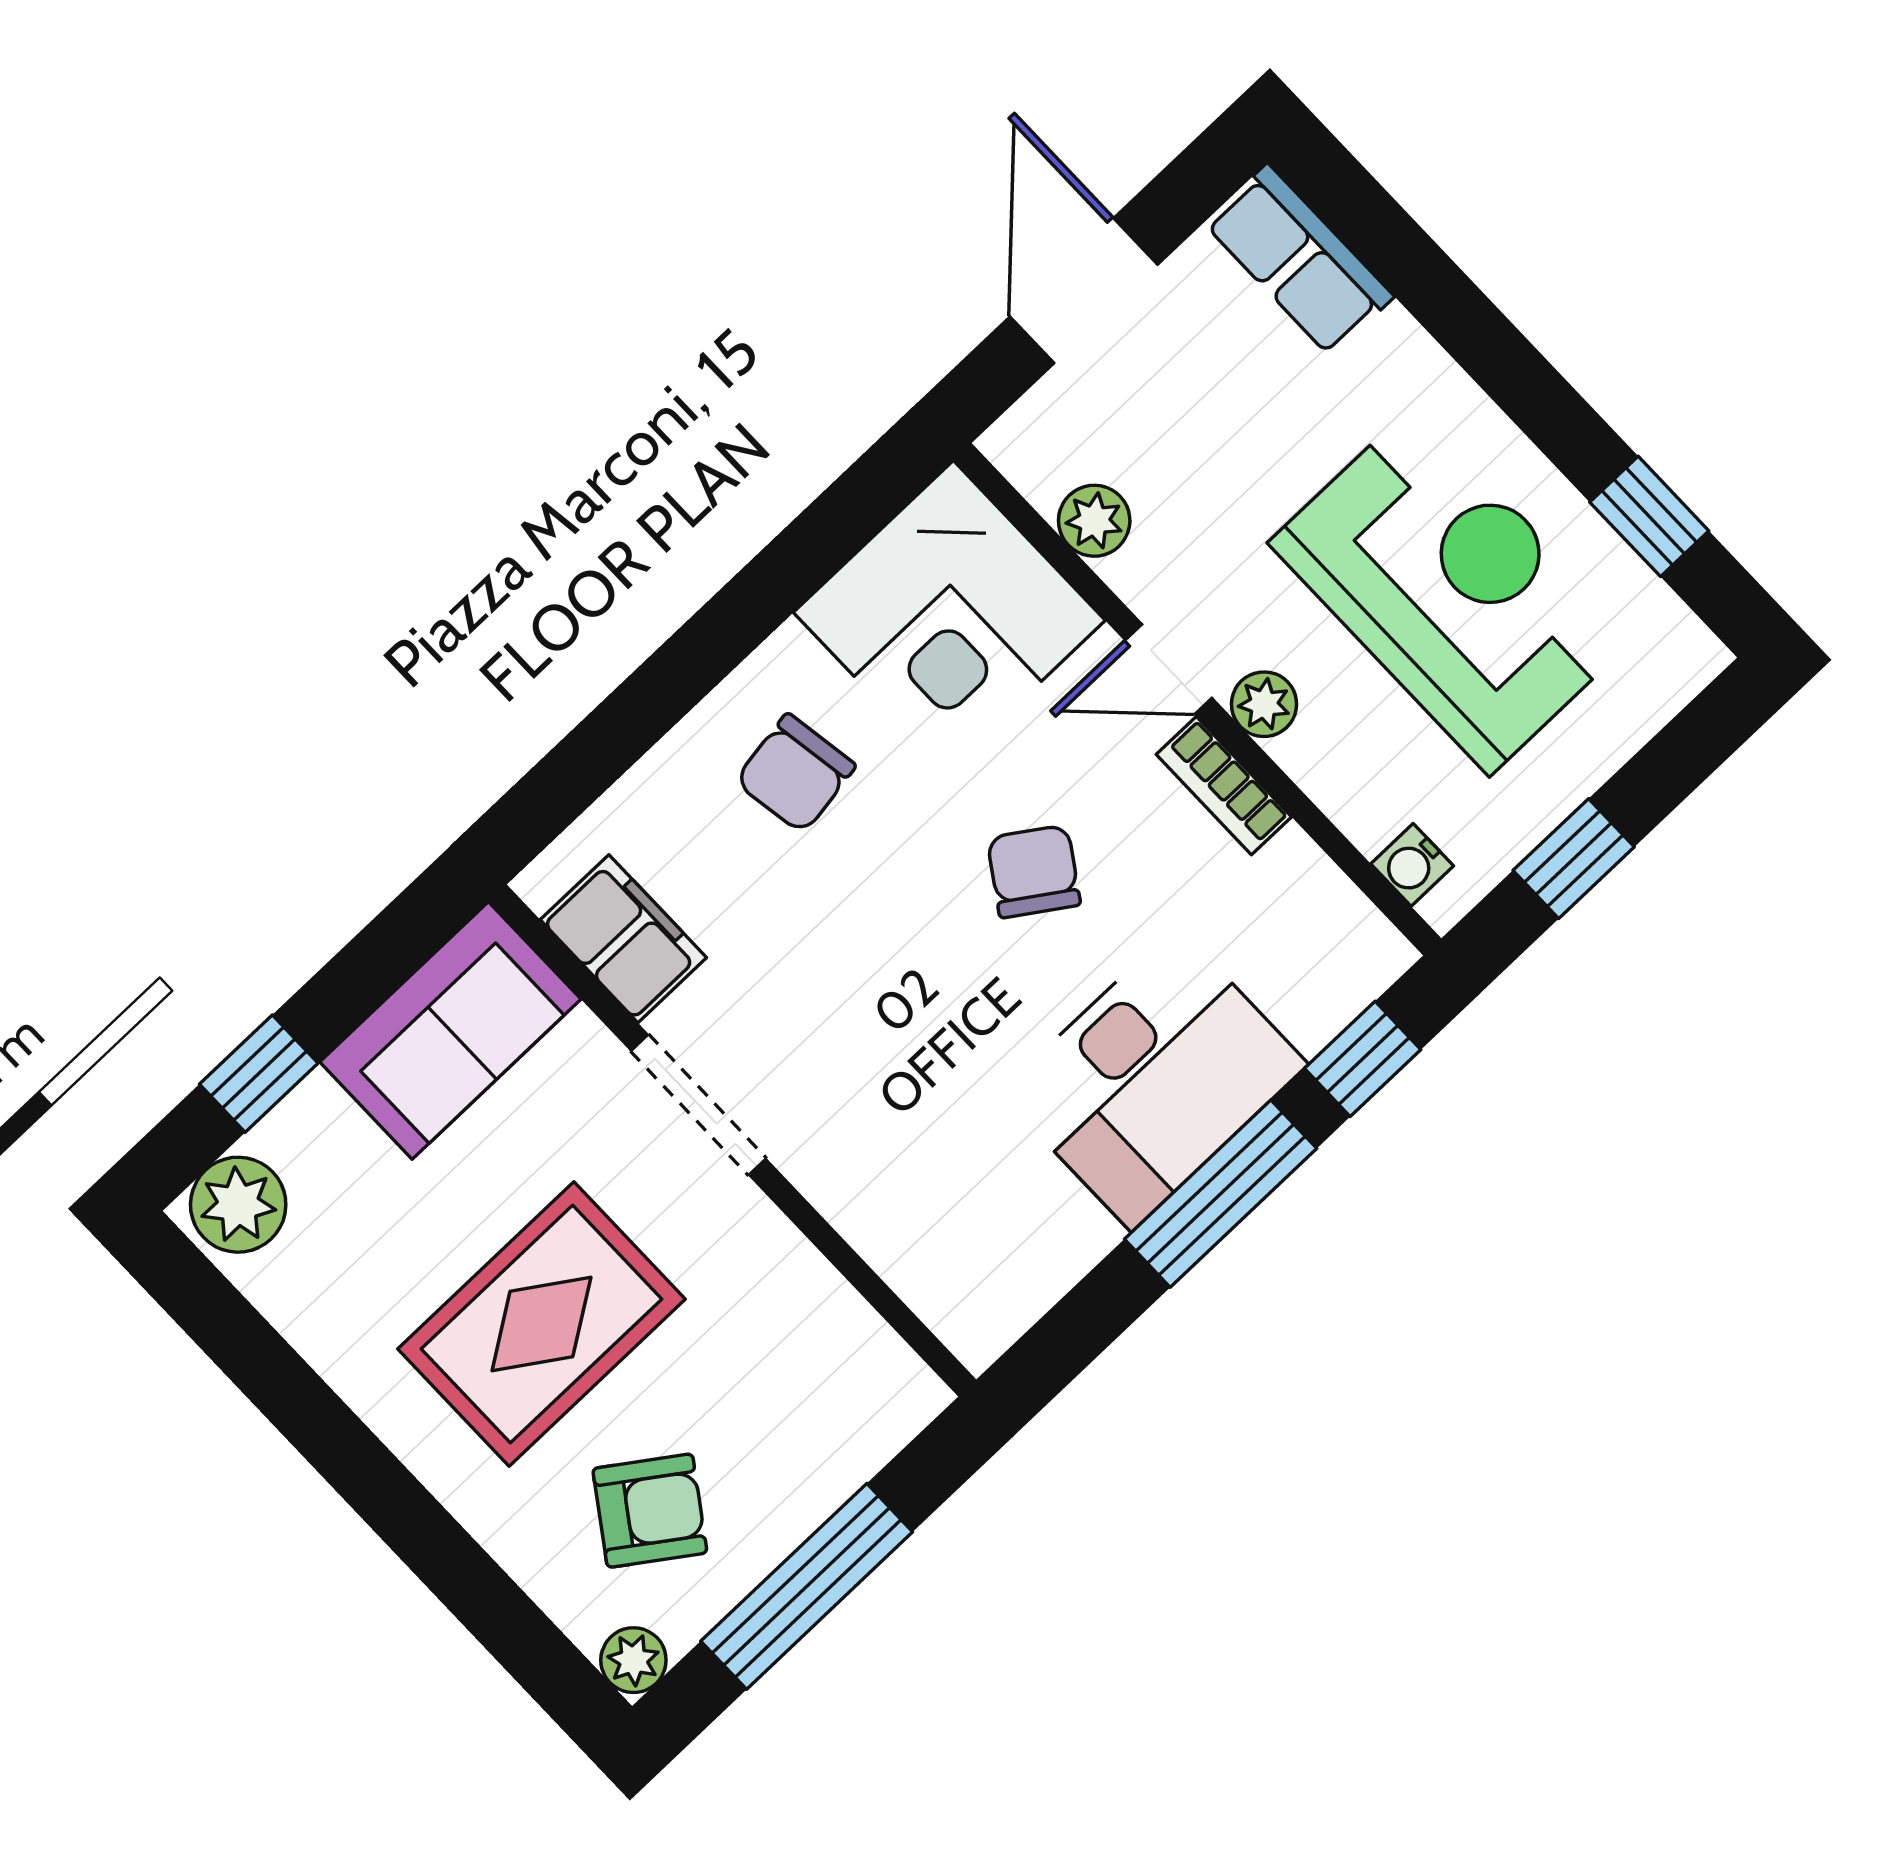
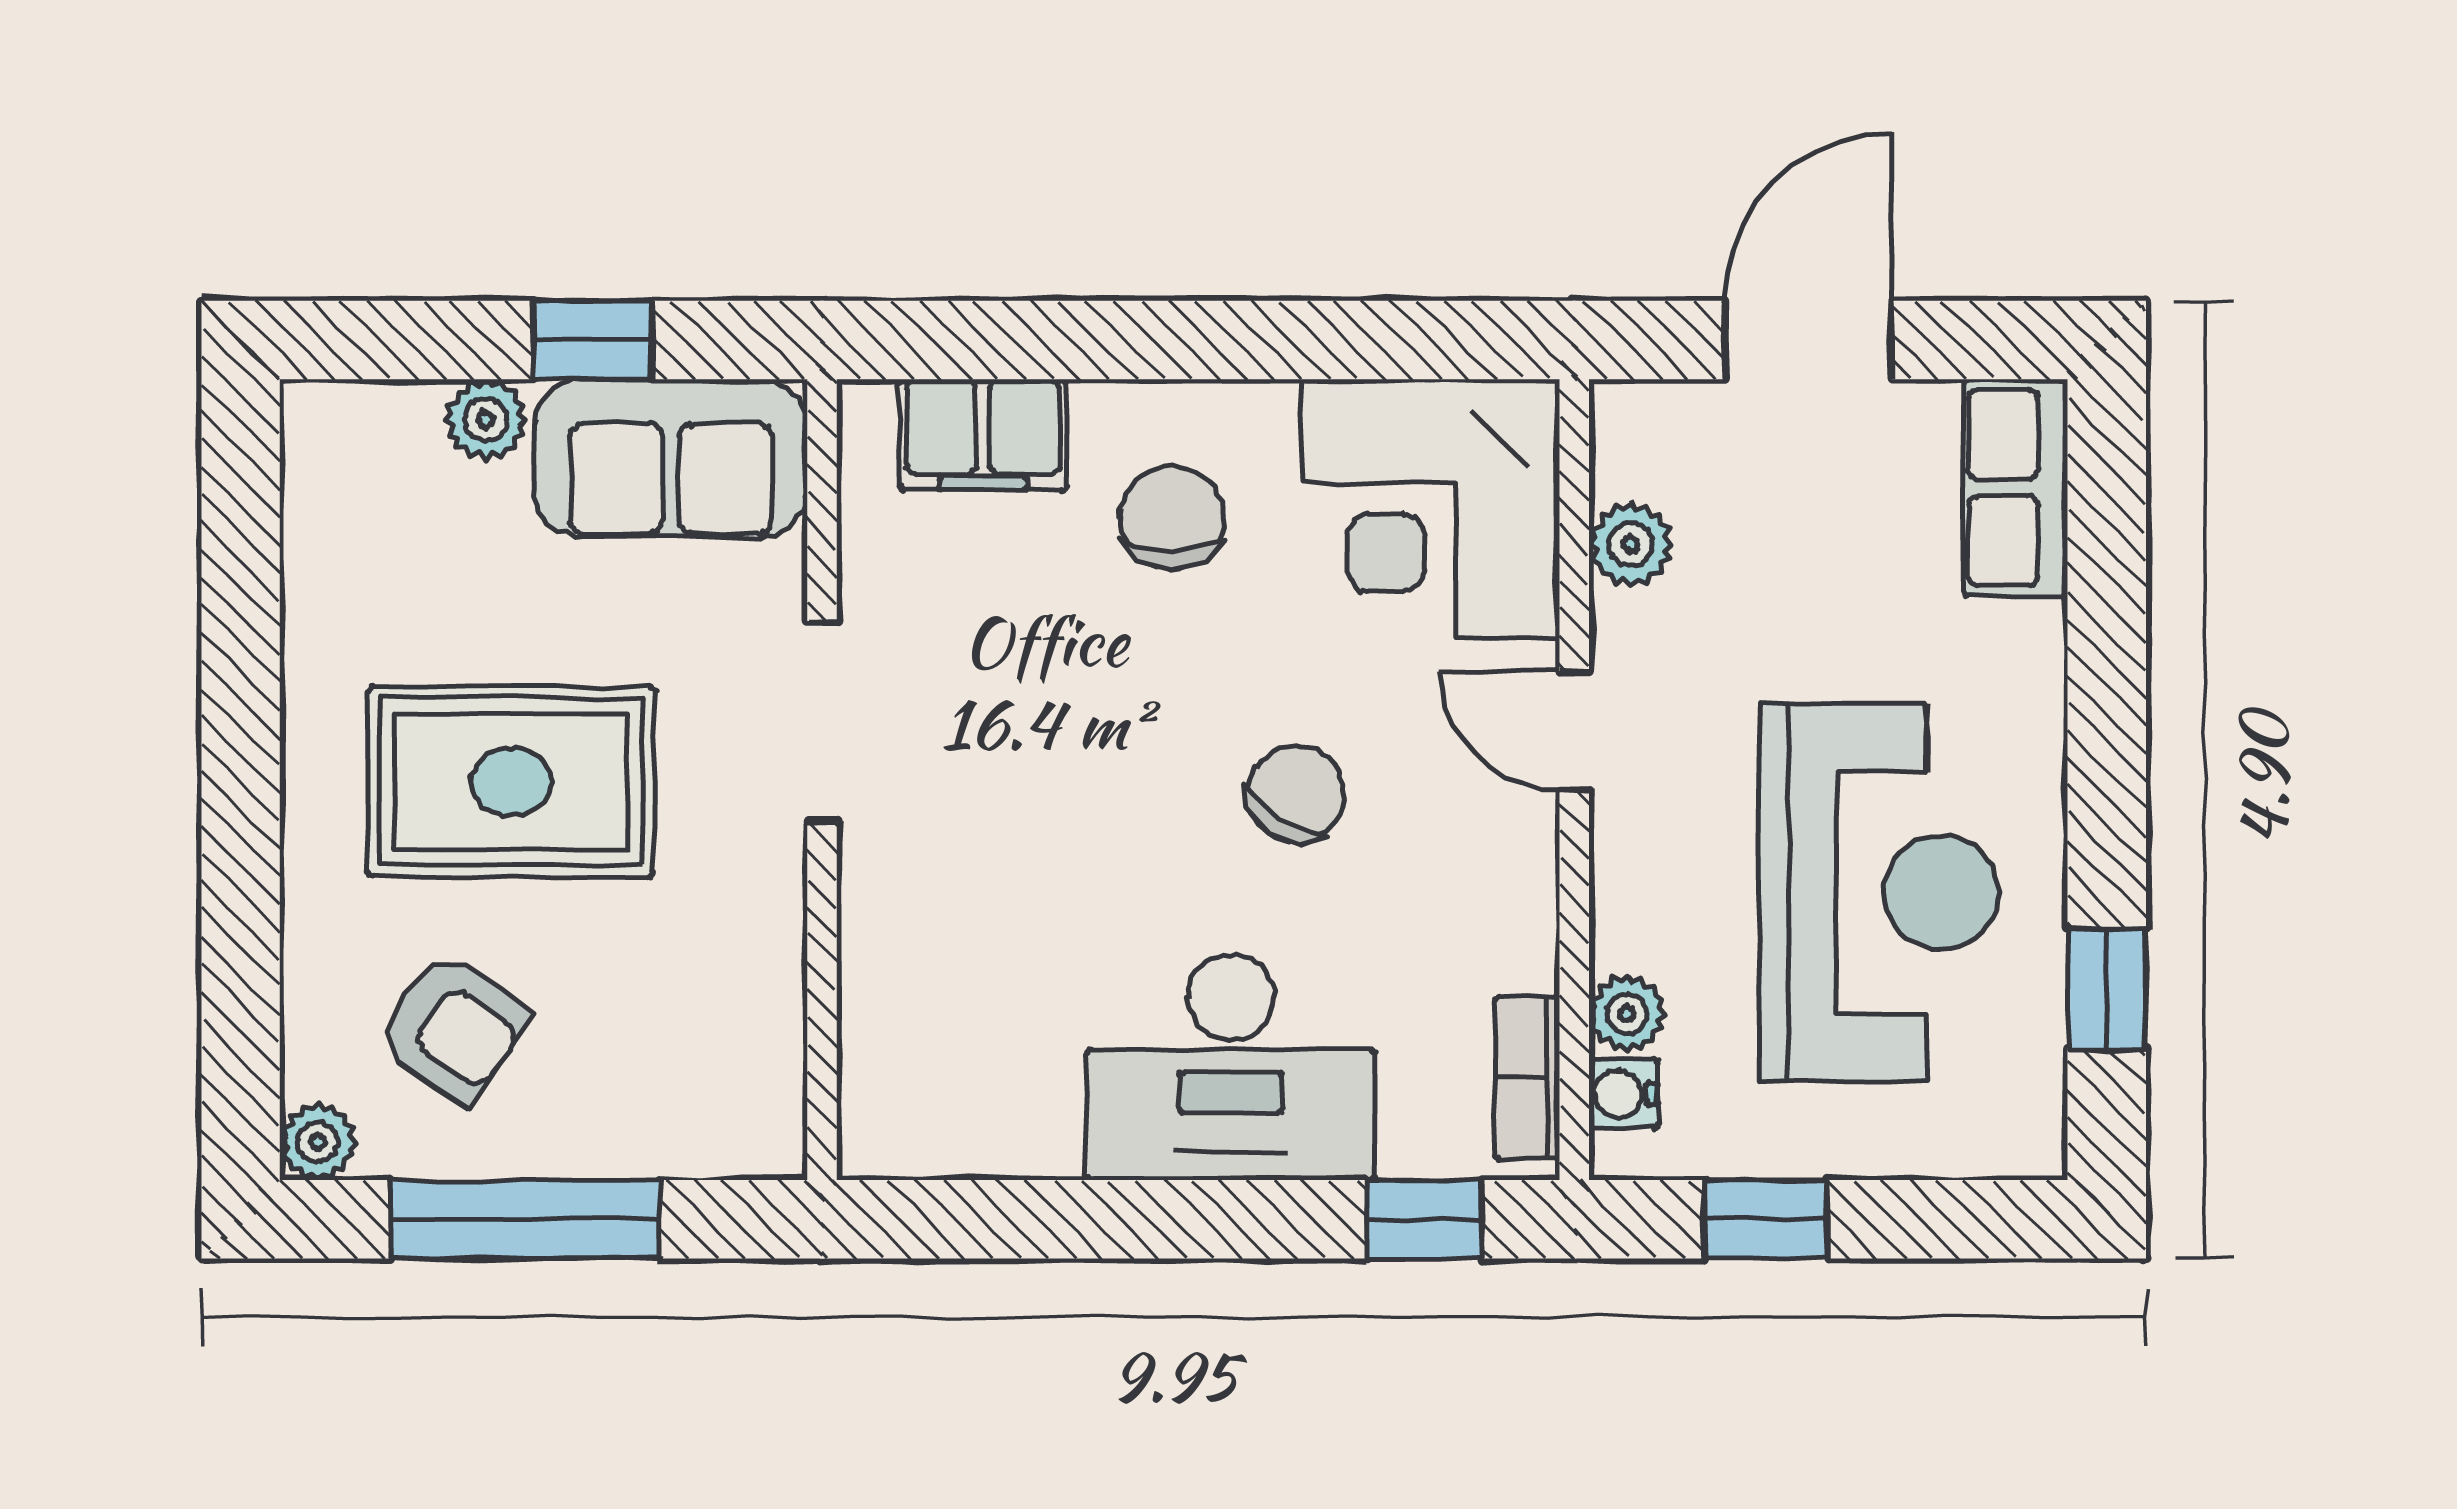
plant: (1264, 704) -> (1627, 1014), moved
chair: (795, 773) -> (1172, 518), turned 99
bookcase: (1224, 786) -> (1527, 1078), moved
filing cabinet: (623, 939) -> (983, 435), moved, turned 90
window: (259, 1074) -> (593, 340), moved
window: (1221, 1194) -> (1195, 1219), removed
plant: (238, 1205) -> (486, 420), moved, width x0.73, depth x0.73

